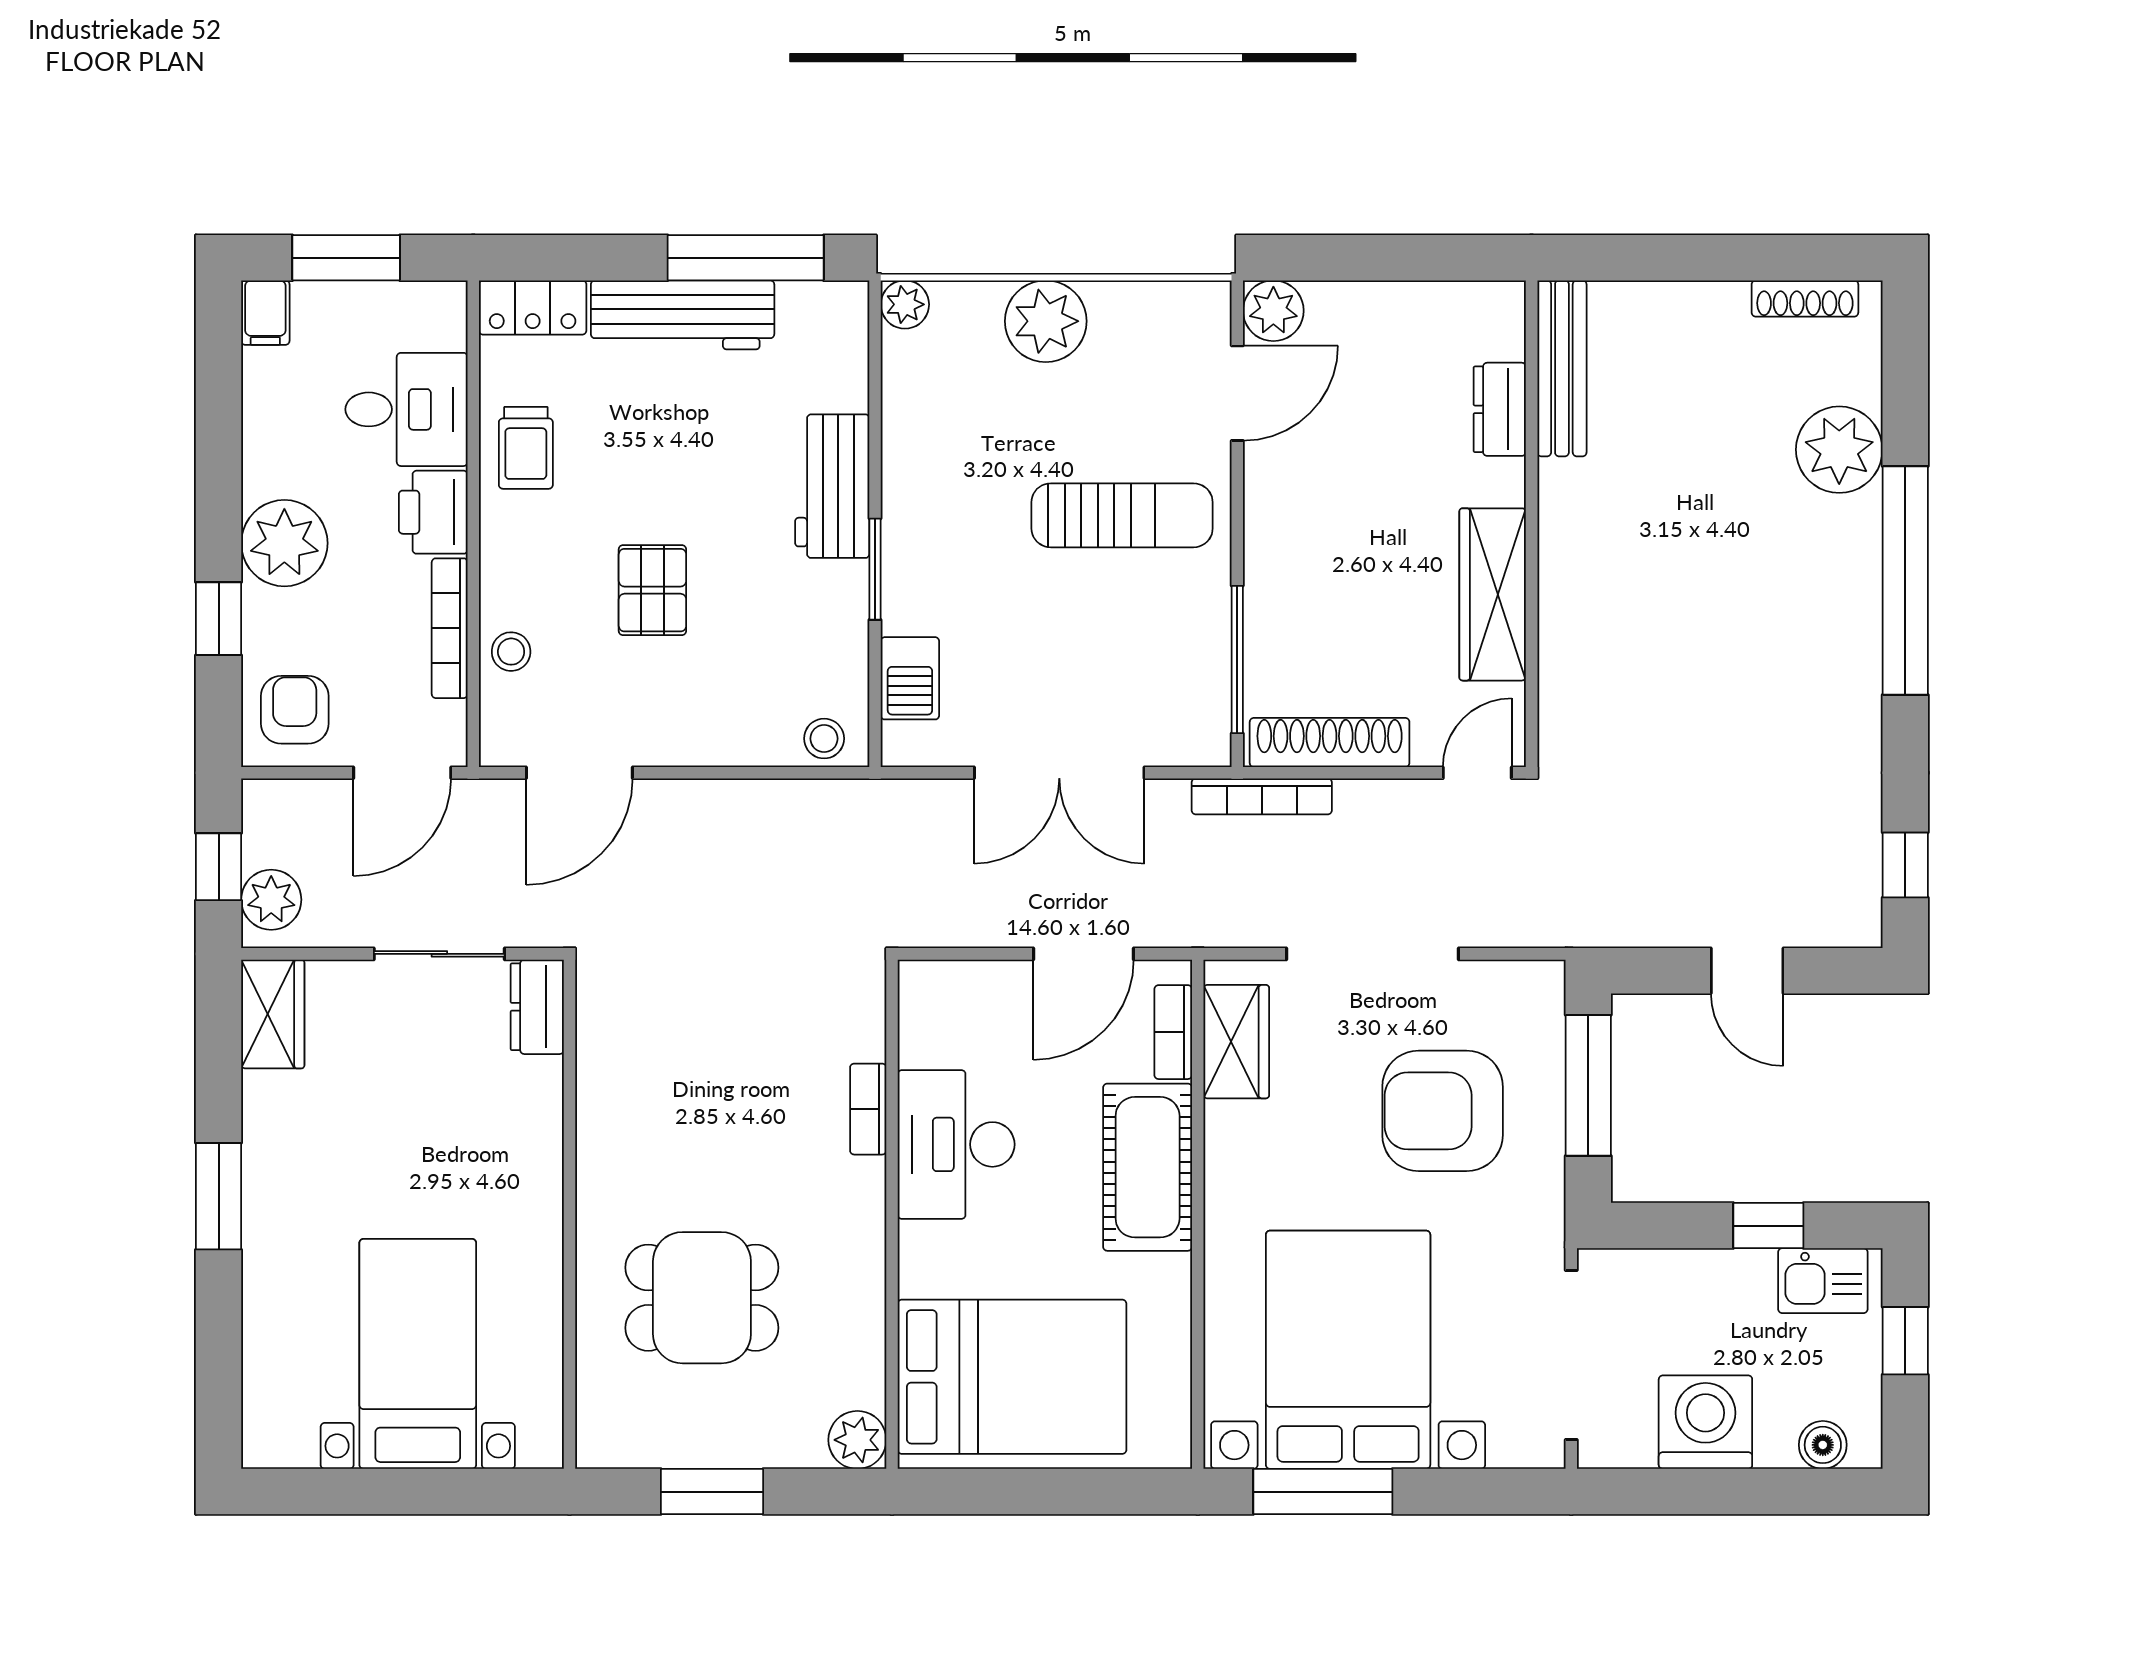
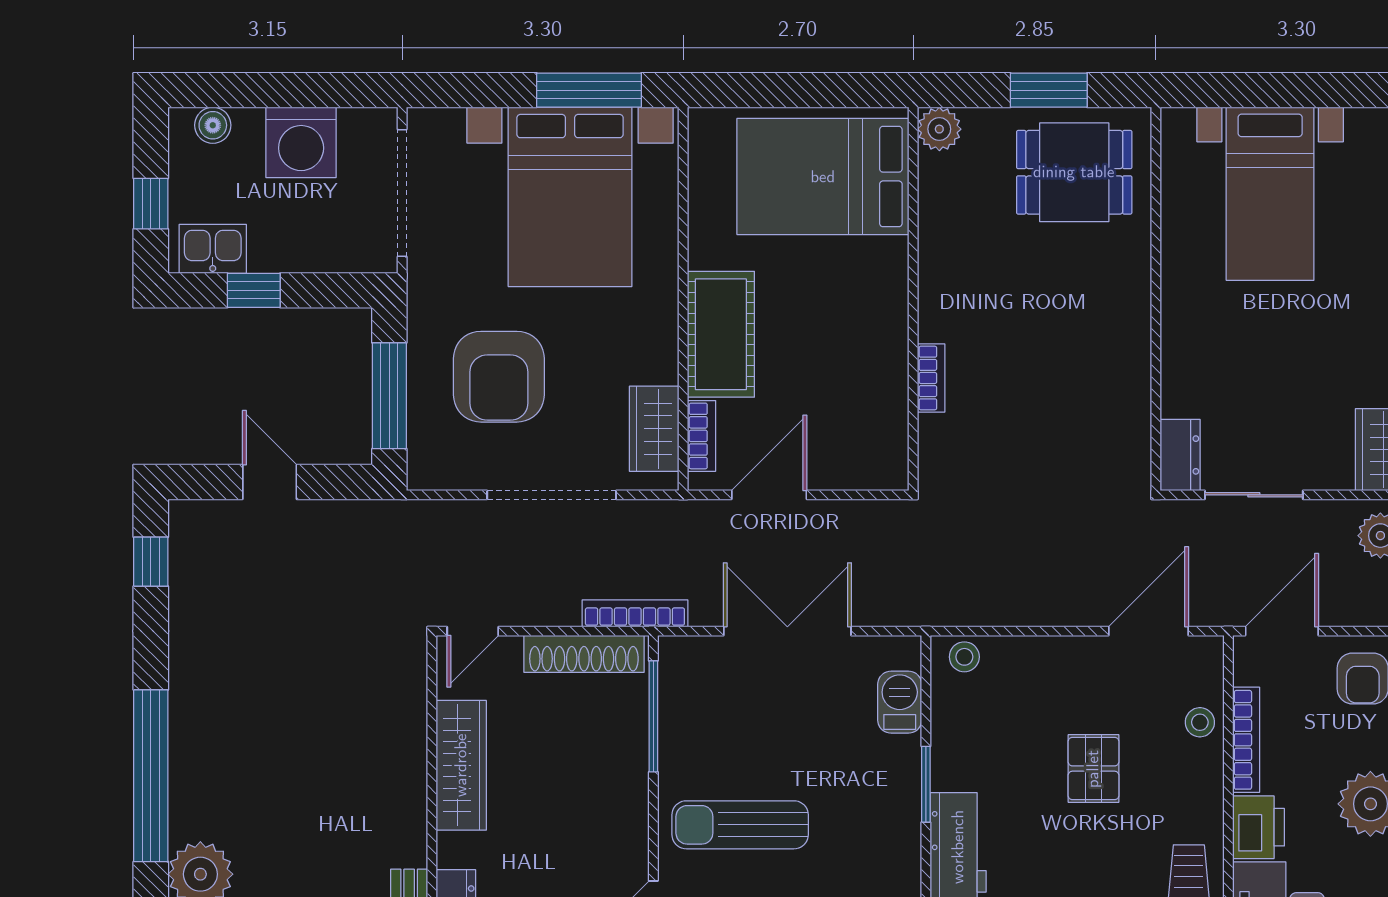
armchair: (1443, 1111) -> (499, 377), turned 90
desk: (956, 1144) -> (865, 351), removed
dining table: (702, 1298) -> (1074, 172), moved

